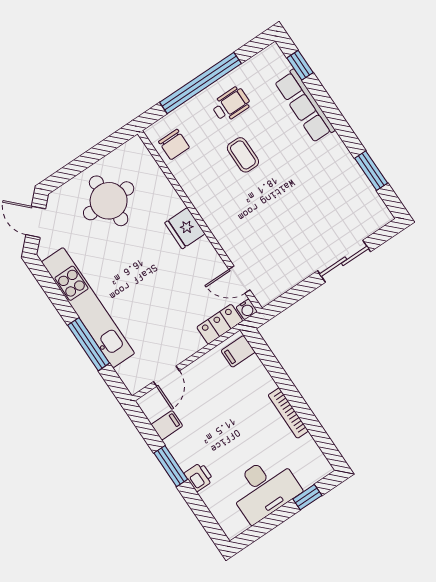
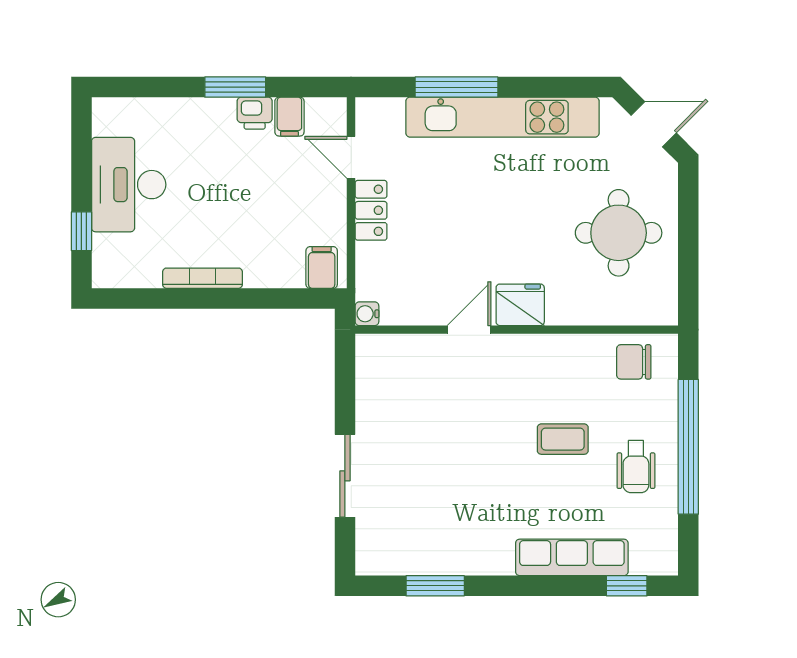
door: (239, 280) -> (469, 330), moved
locker: (220, 324) -> (371, 210), moved
printer: (199, 477) -> (255, 113), moved

